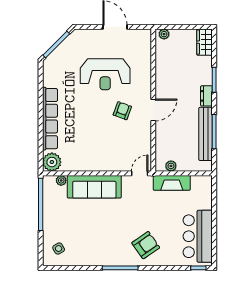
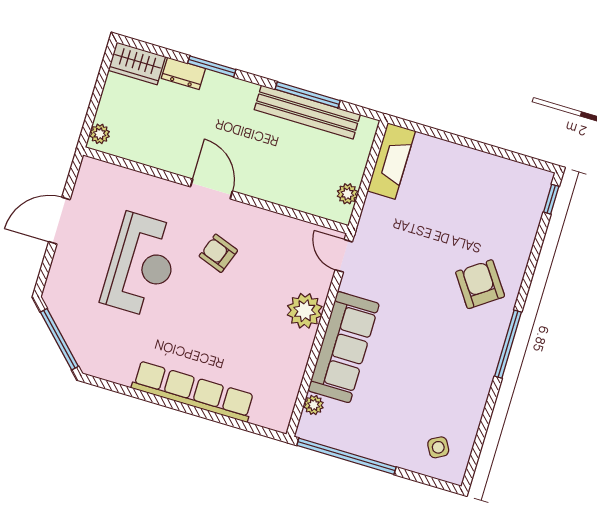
dresser: (206, 96) -> (183, 73), moved
door: (153, 110) -> (211, 189), moved
plant: (52, 162) -> (305, 311), moved
fireplace: (172, 183) -> (391, 161), moved
bar counter: (198, 236) -> (492, 183), removed

